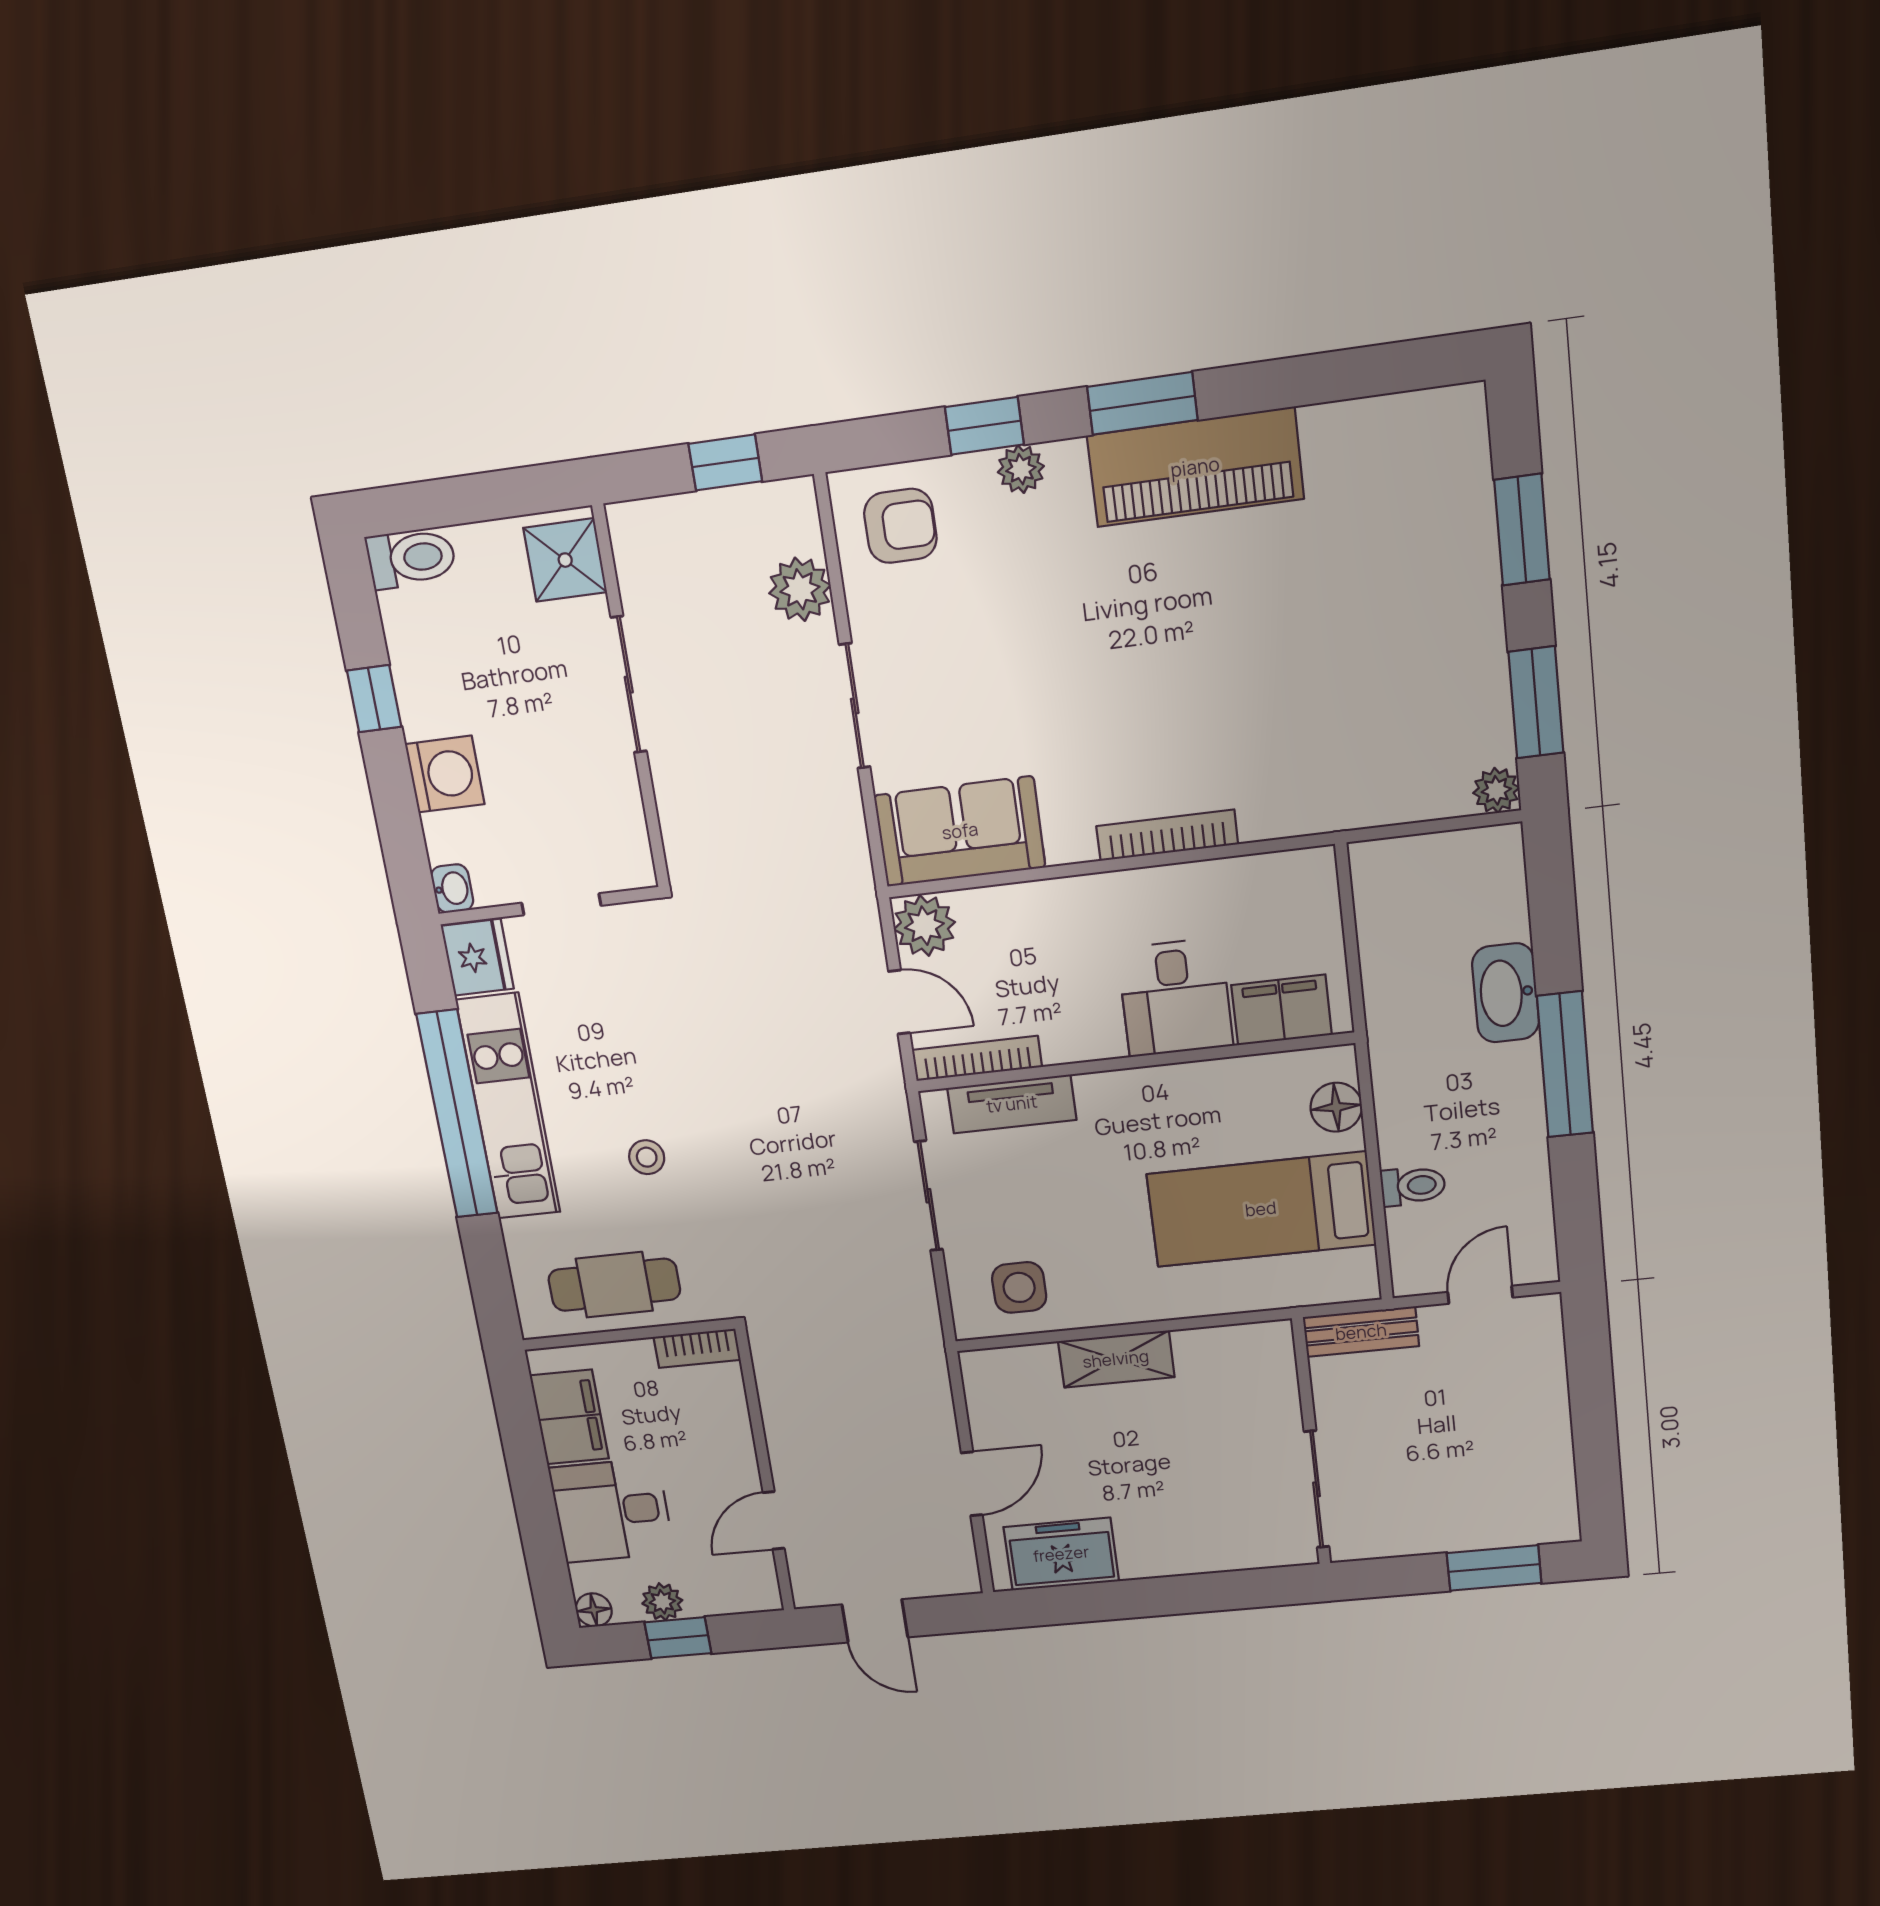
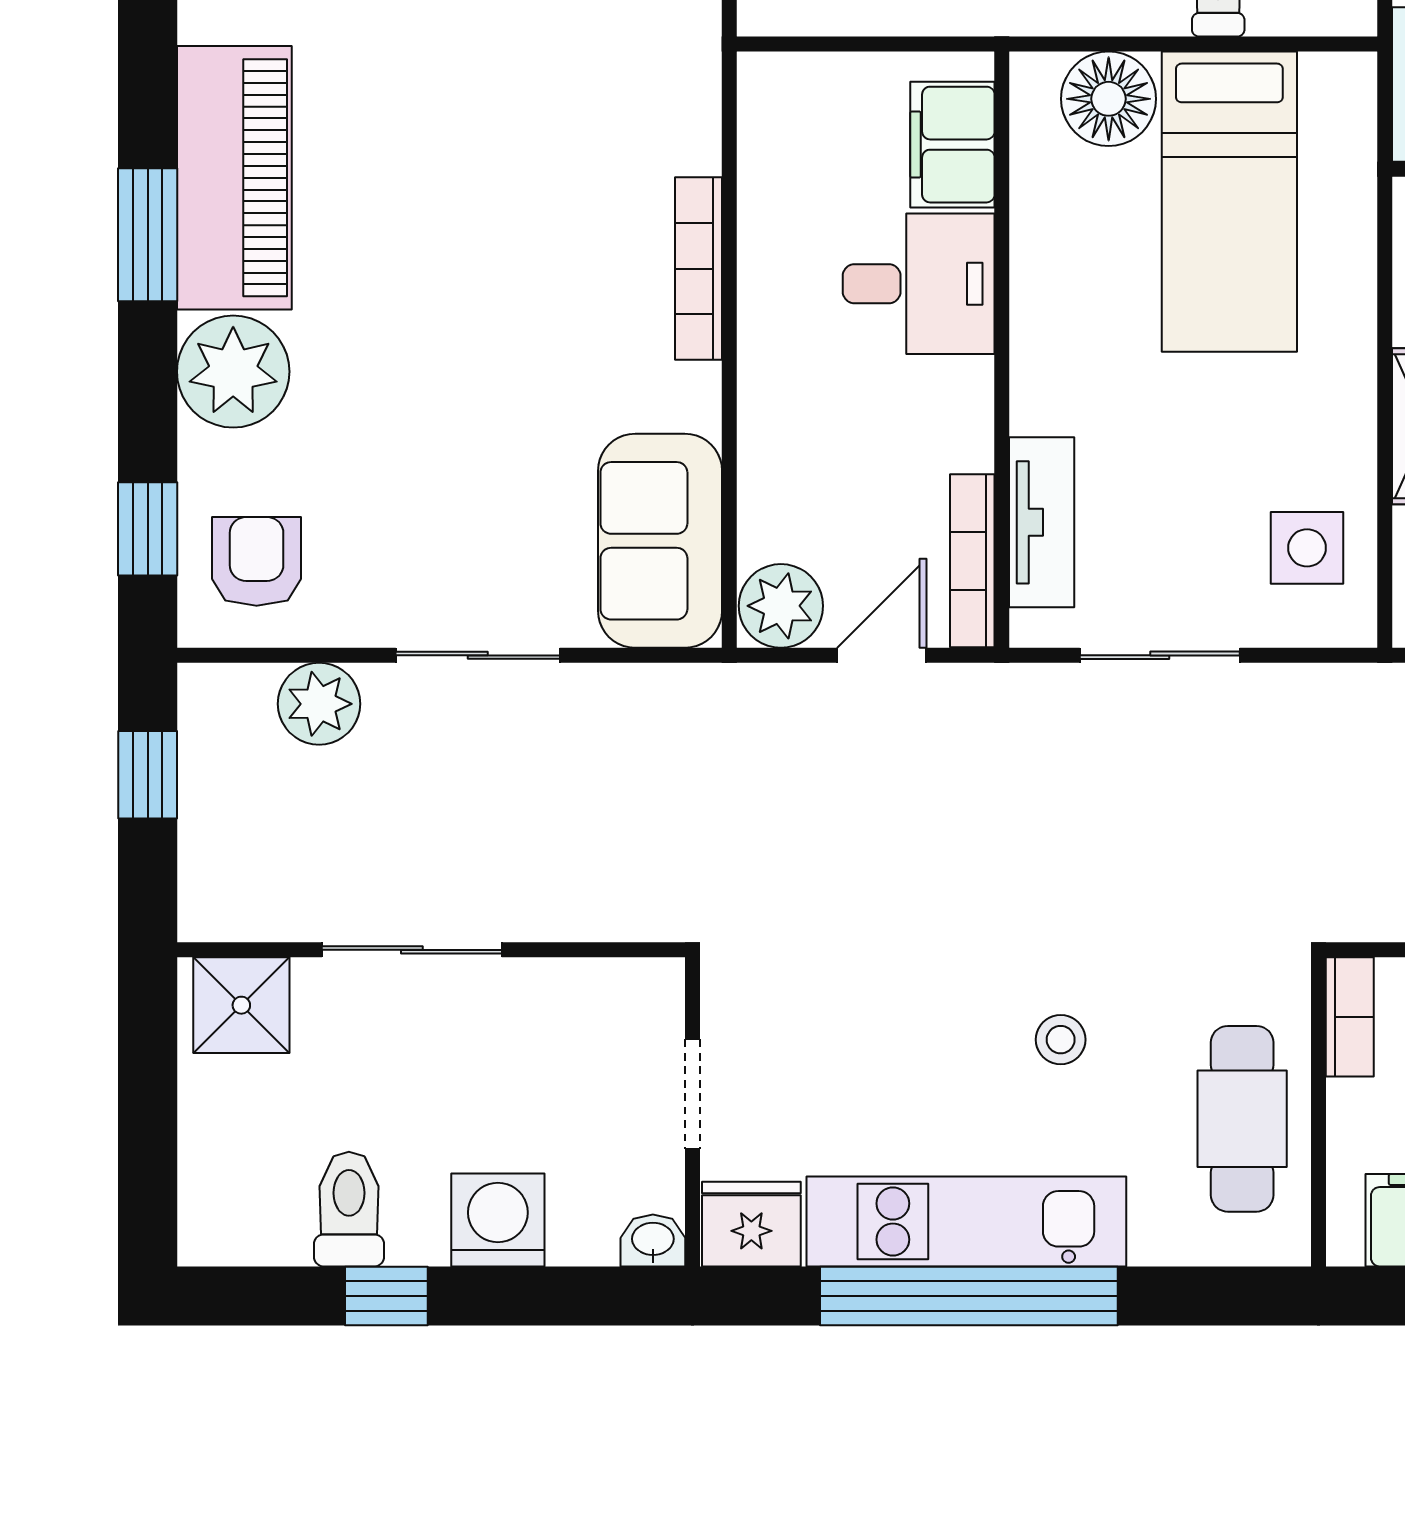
window: (984, 426) -> (148, 529), moved
plant: (1021, 469) -> (233, 372), width x1.88, depth x1.88
toilet: (411, 558) -> (349, 1209), moved
floor lamp: (1336, 1107) -> (1109, 99), width x1.38, depth x1.38

